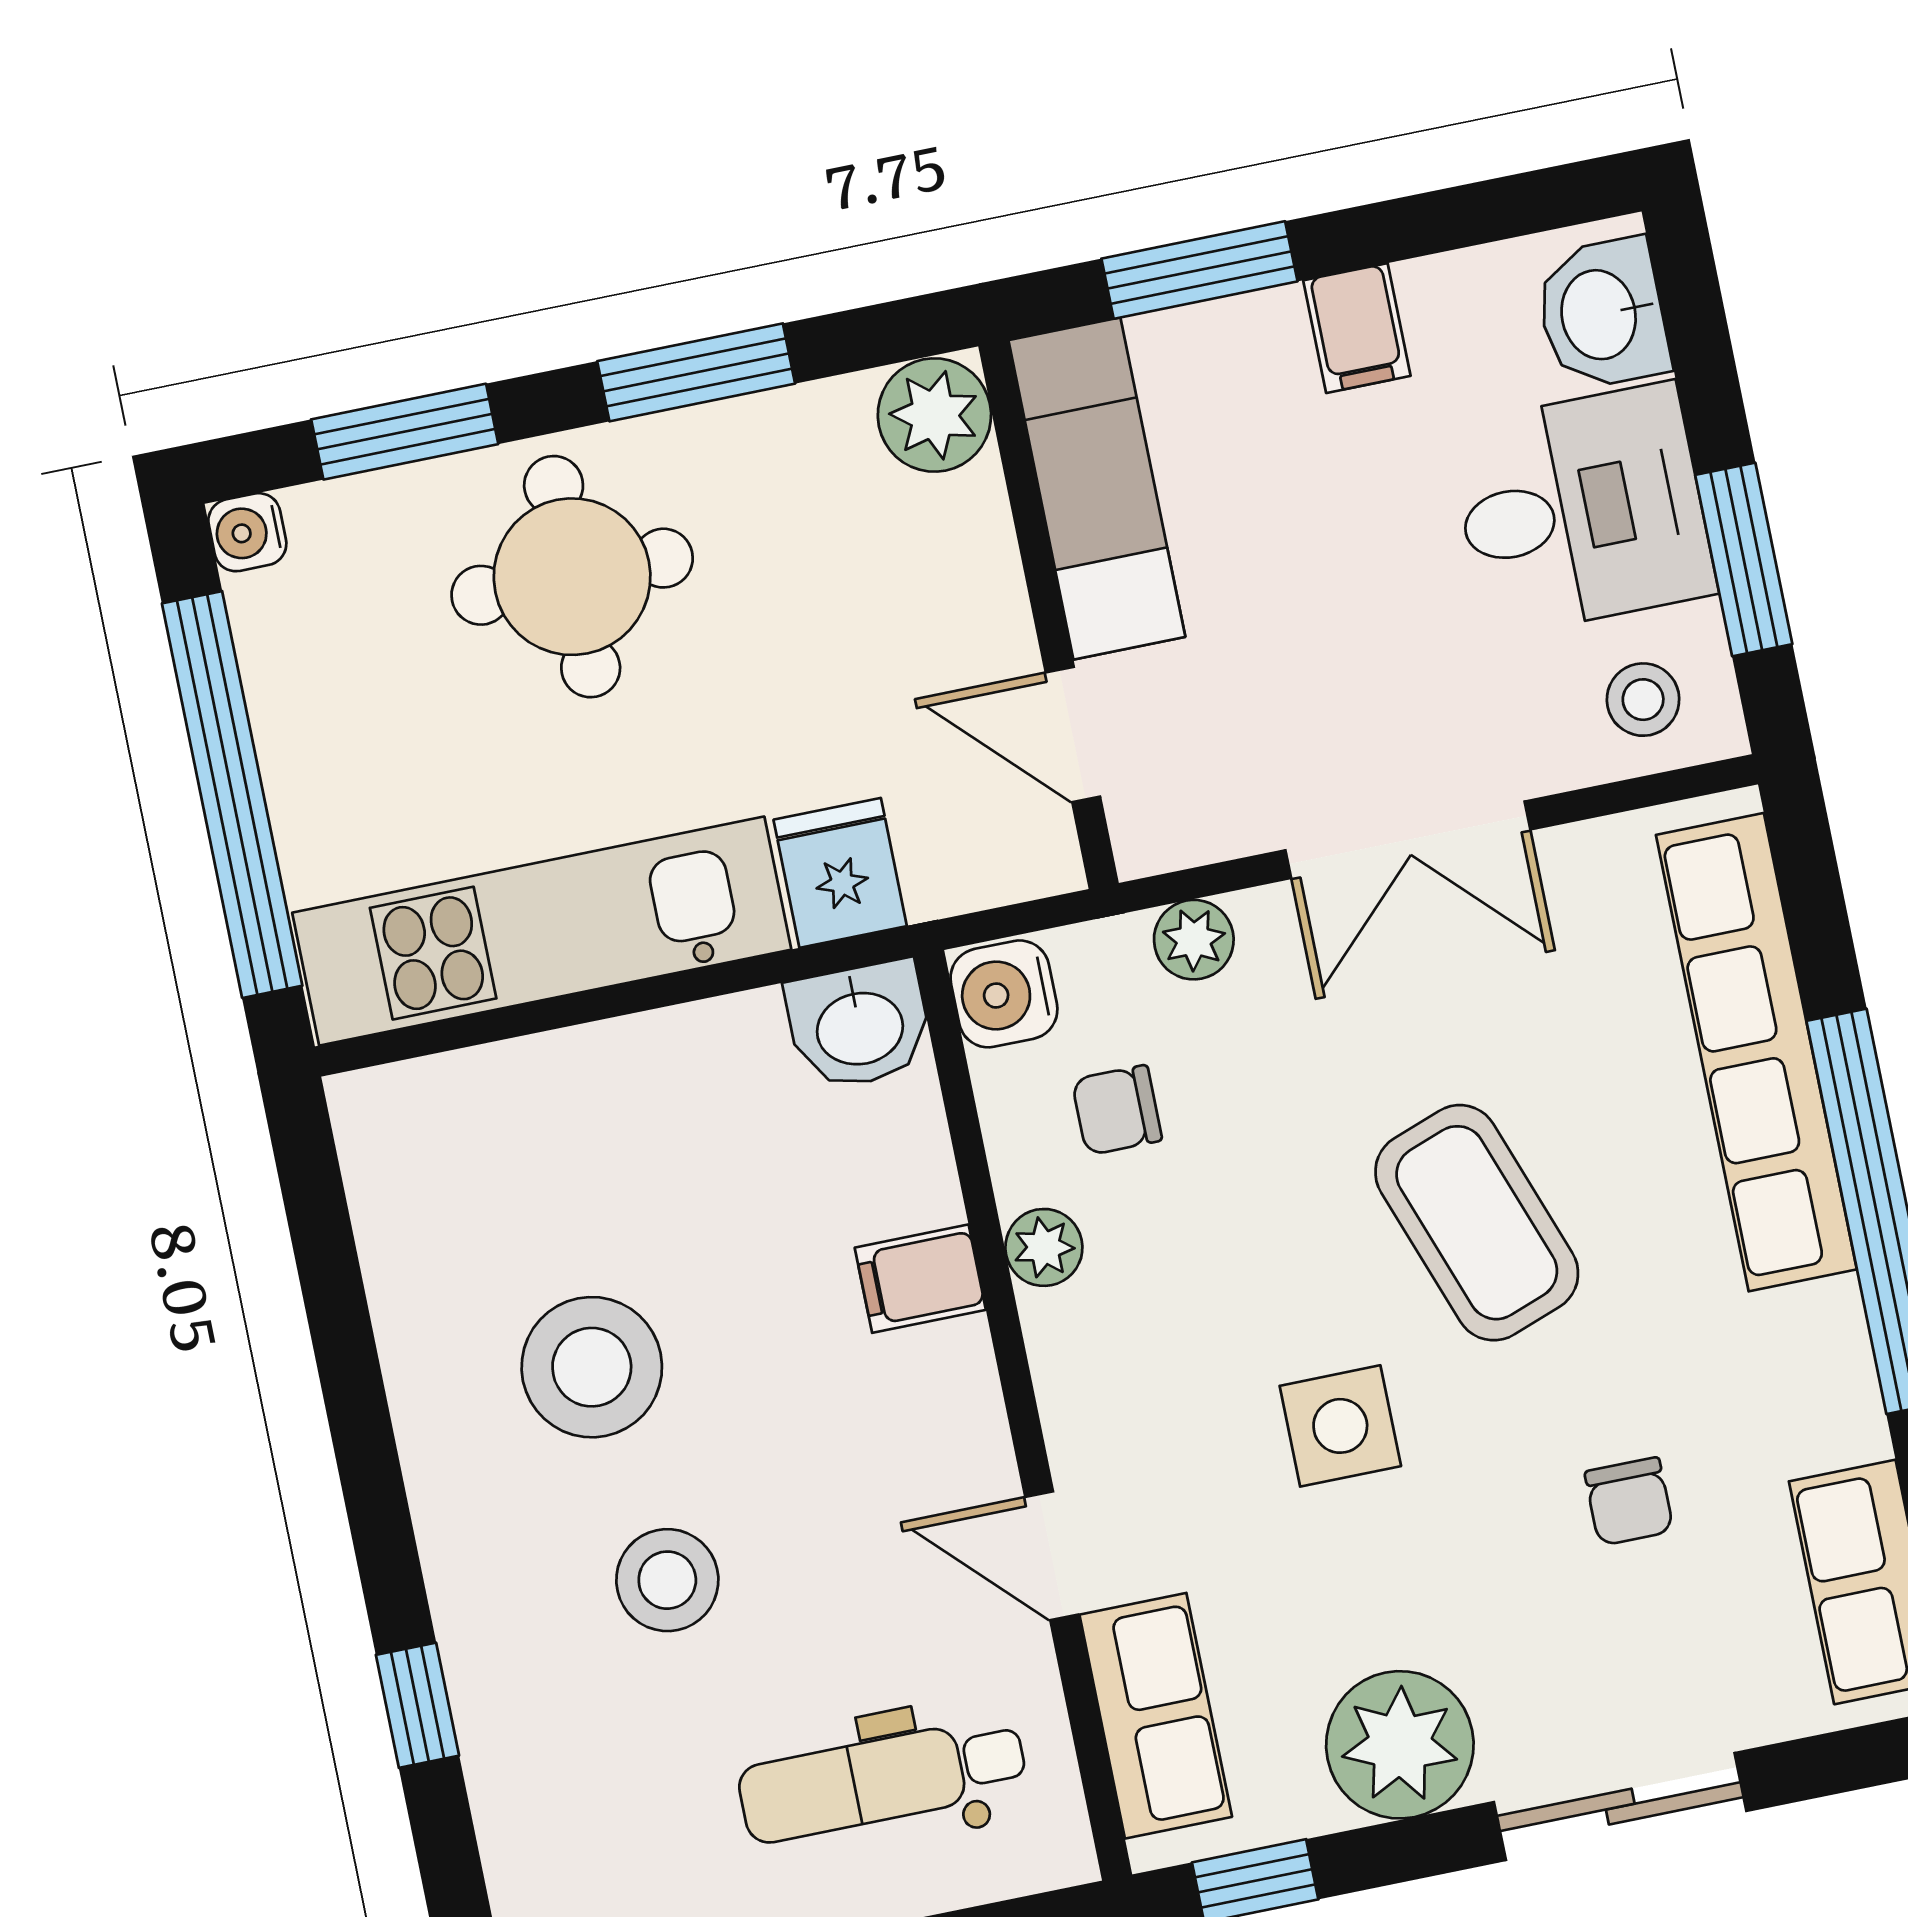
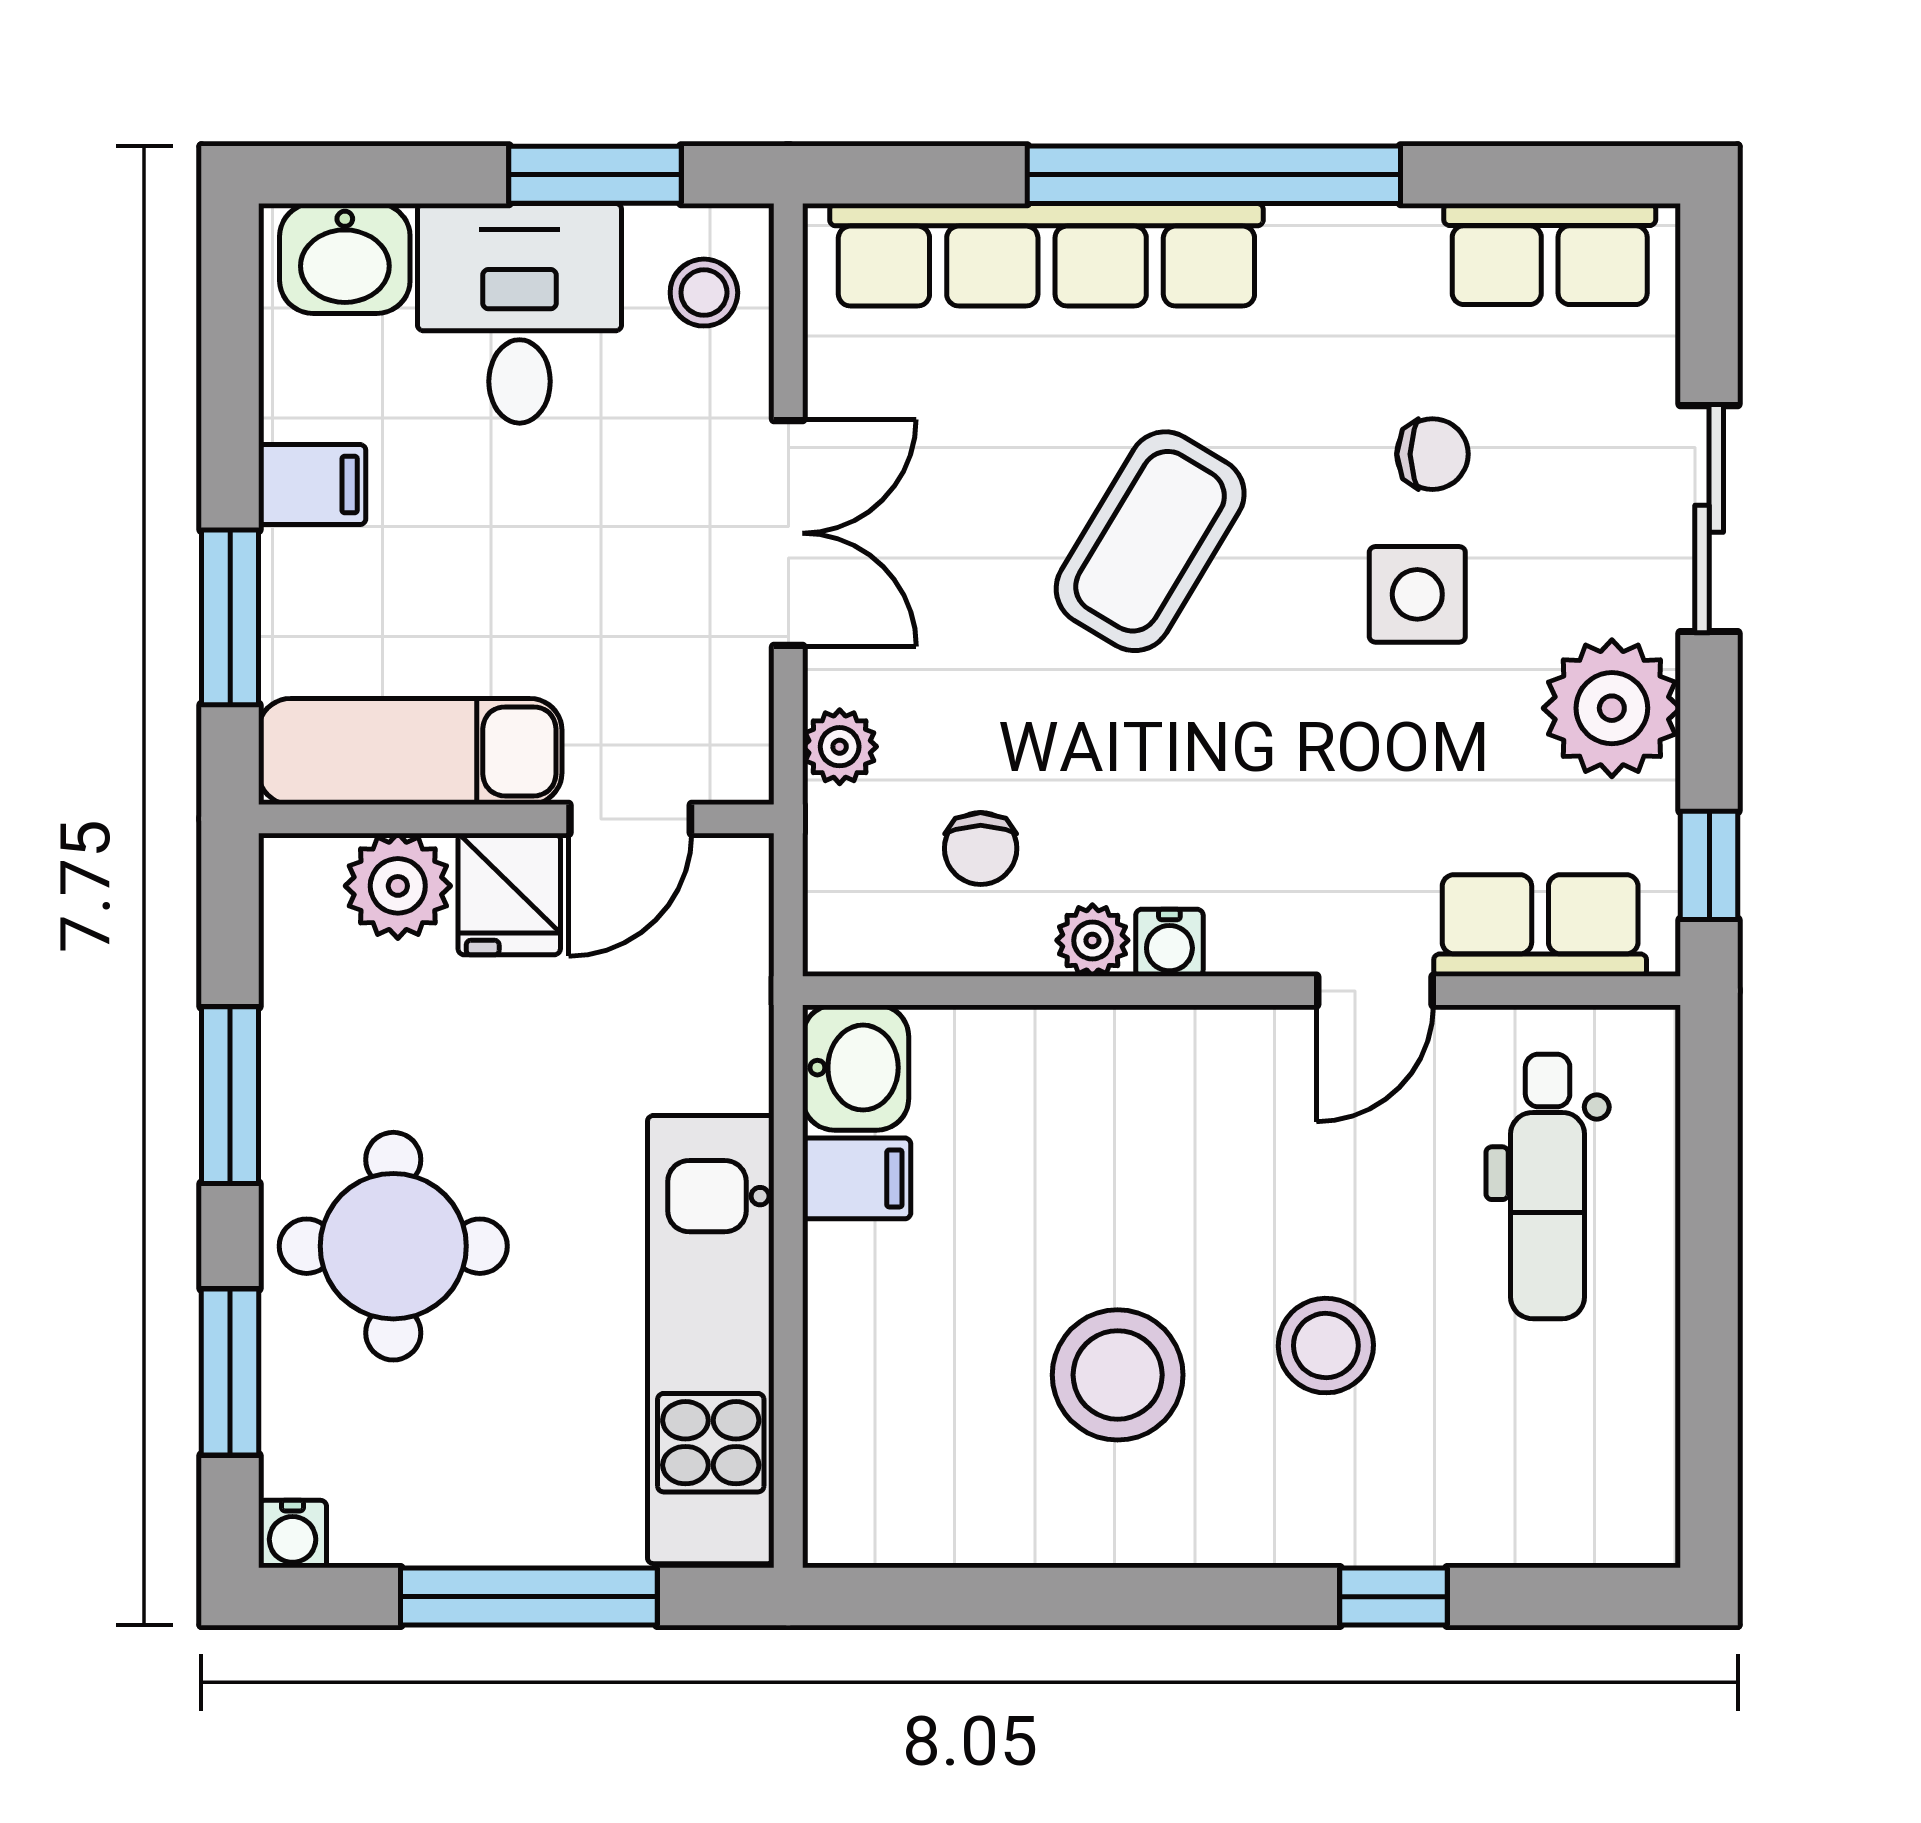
plant: (934, 415) -> (398, 886), moved
window: (232, 795) -> (529, 1597), width x0.68
fridge: (840, 873) -> (509, 894), moved, turned -90
water cooler: (1004, 994) -> (1169, 943), moved, width x0.72, depth x0.72
coffee table: (1477, 1223) -> (1150, 541), turned -39
filing cabinet: (920, 1279) -> (857, 1178), moved, turned -90
side table: (1340, 1426) -> (1417, 594), moved

